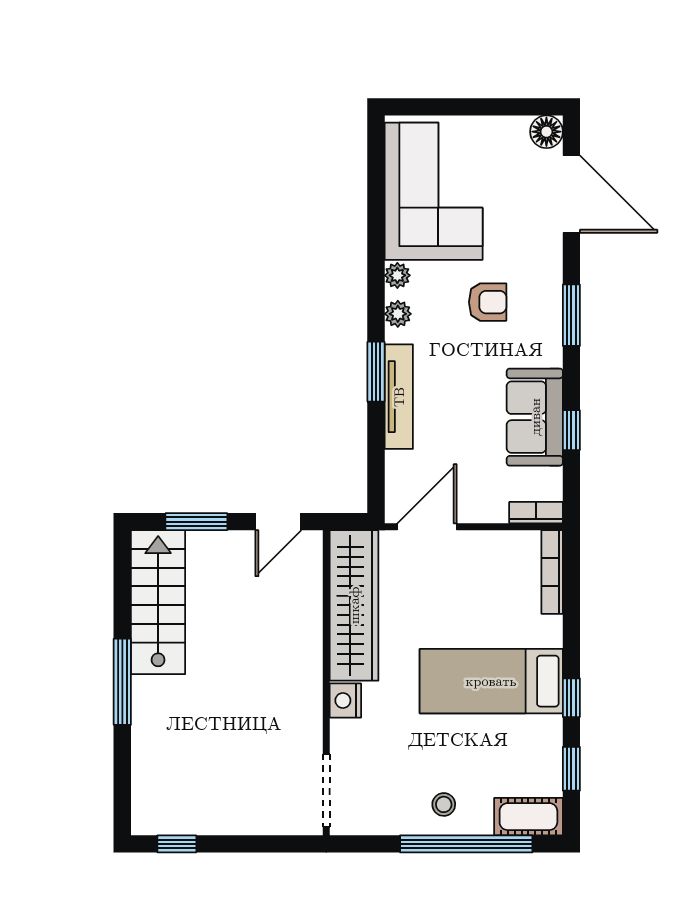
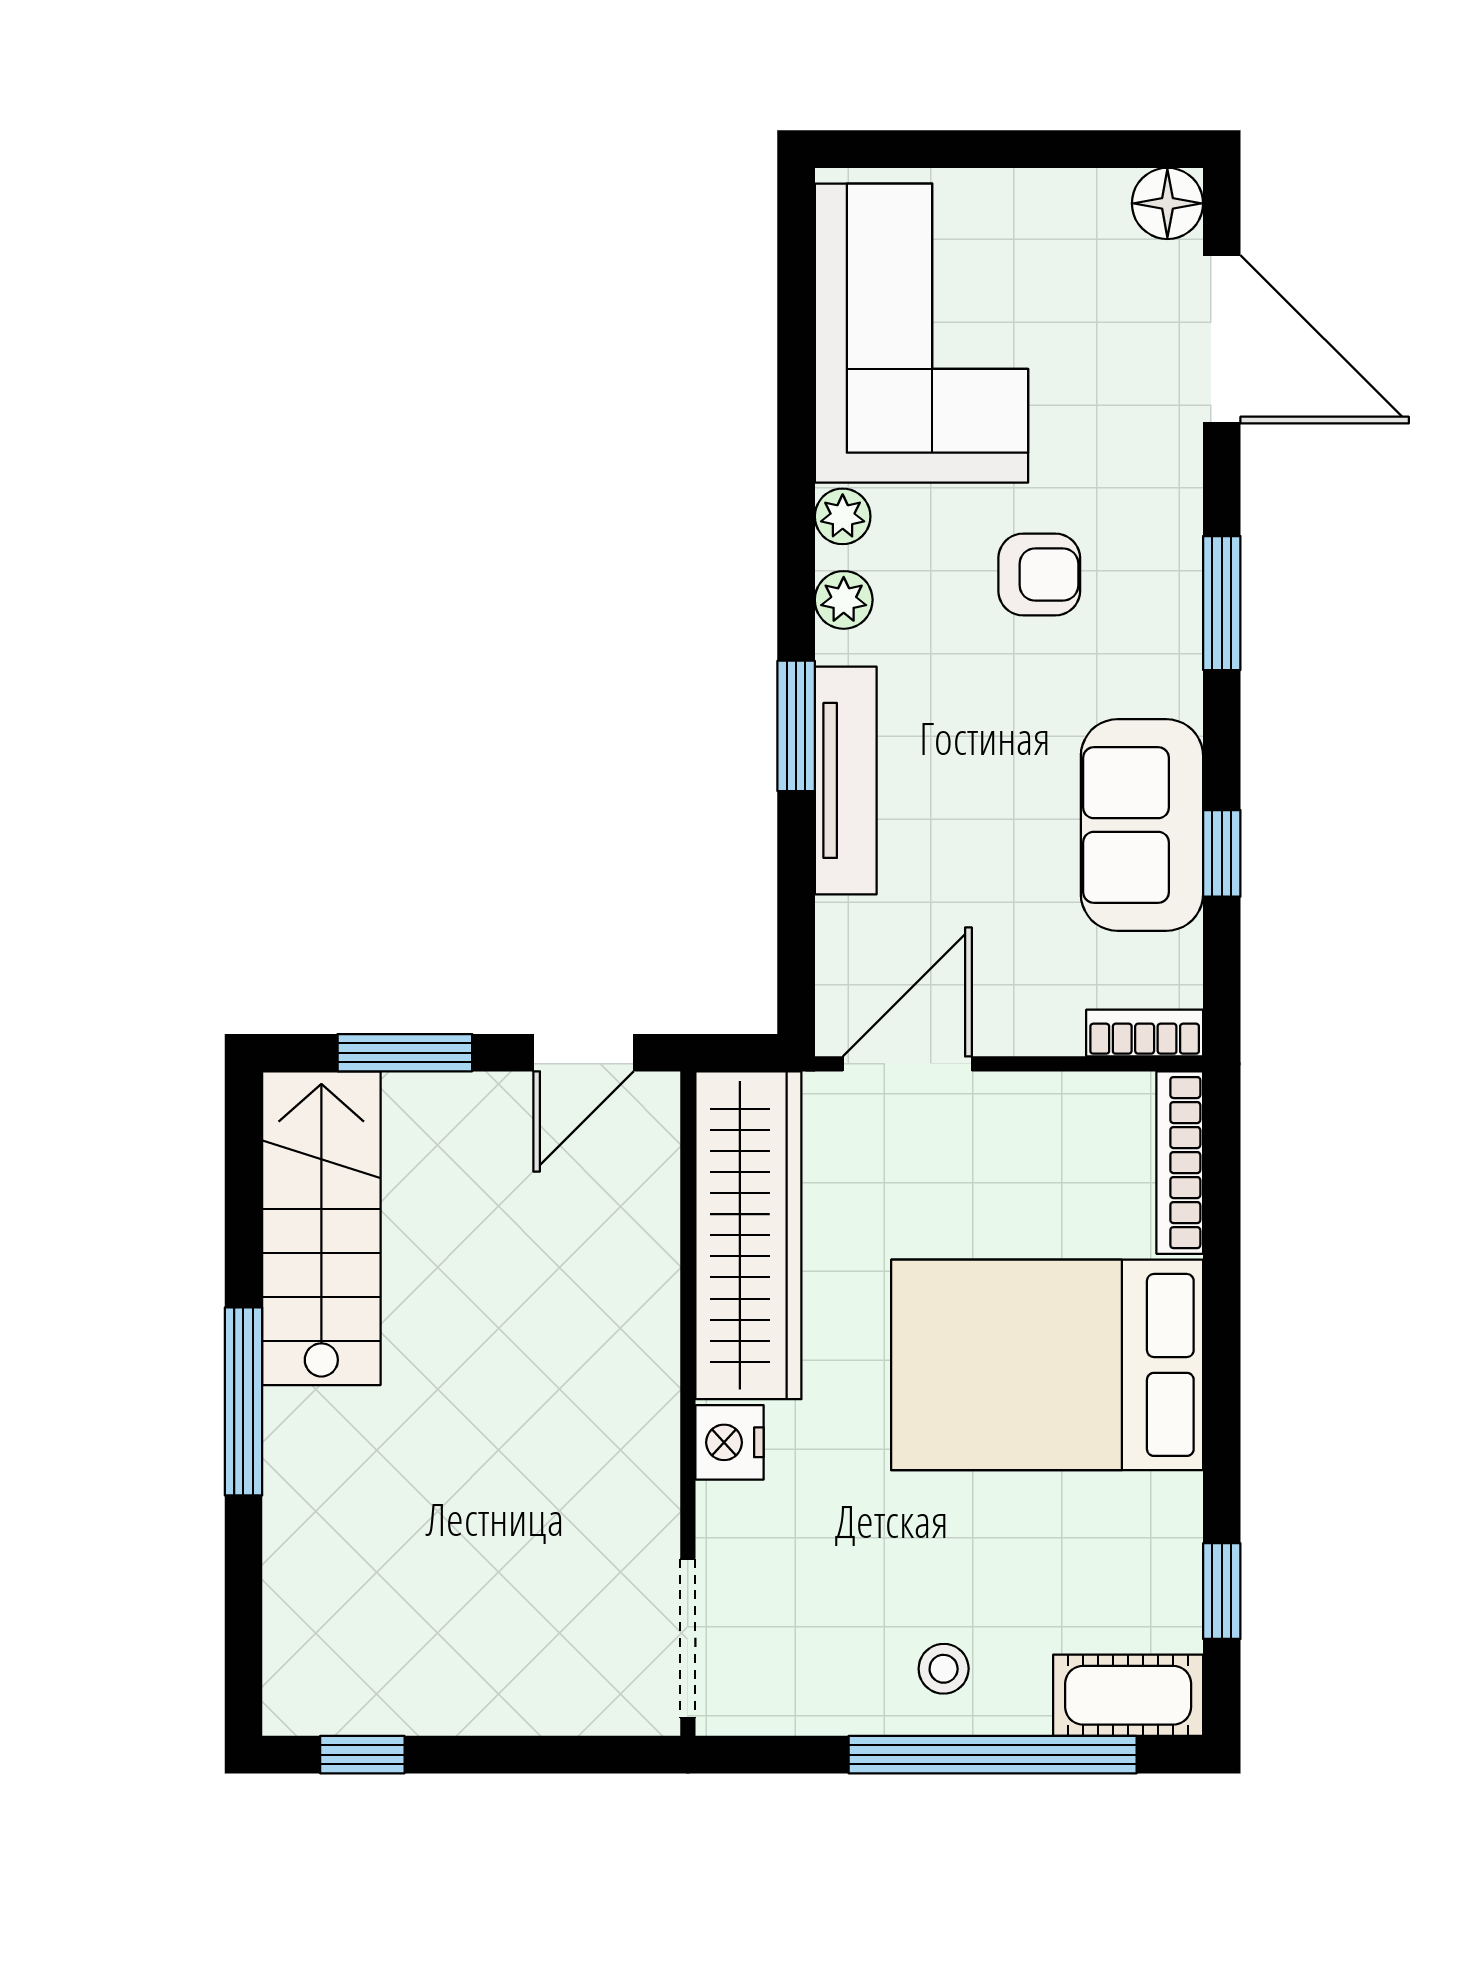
bed: (491, 681) -> (1047, 1365), width x1.50
window: (571, 698) -> (1222, 1436), removed

